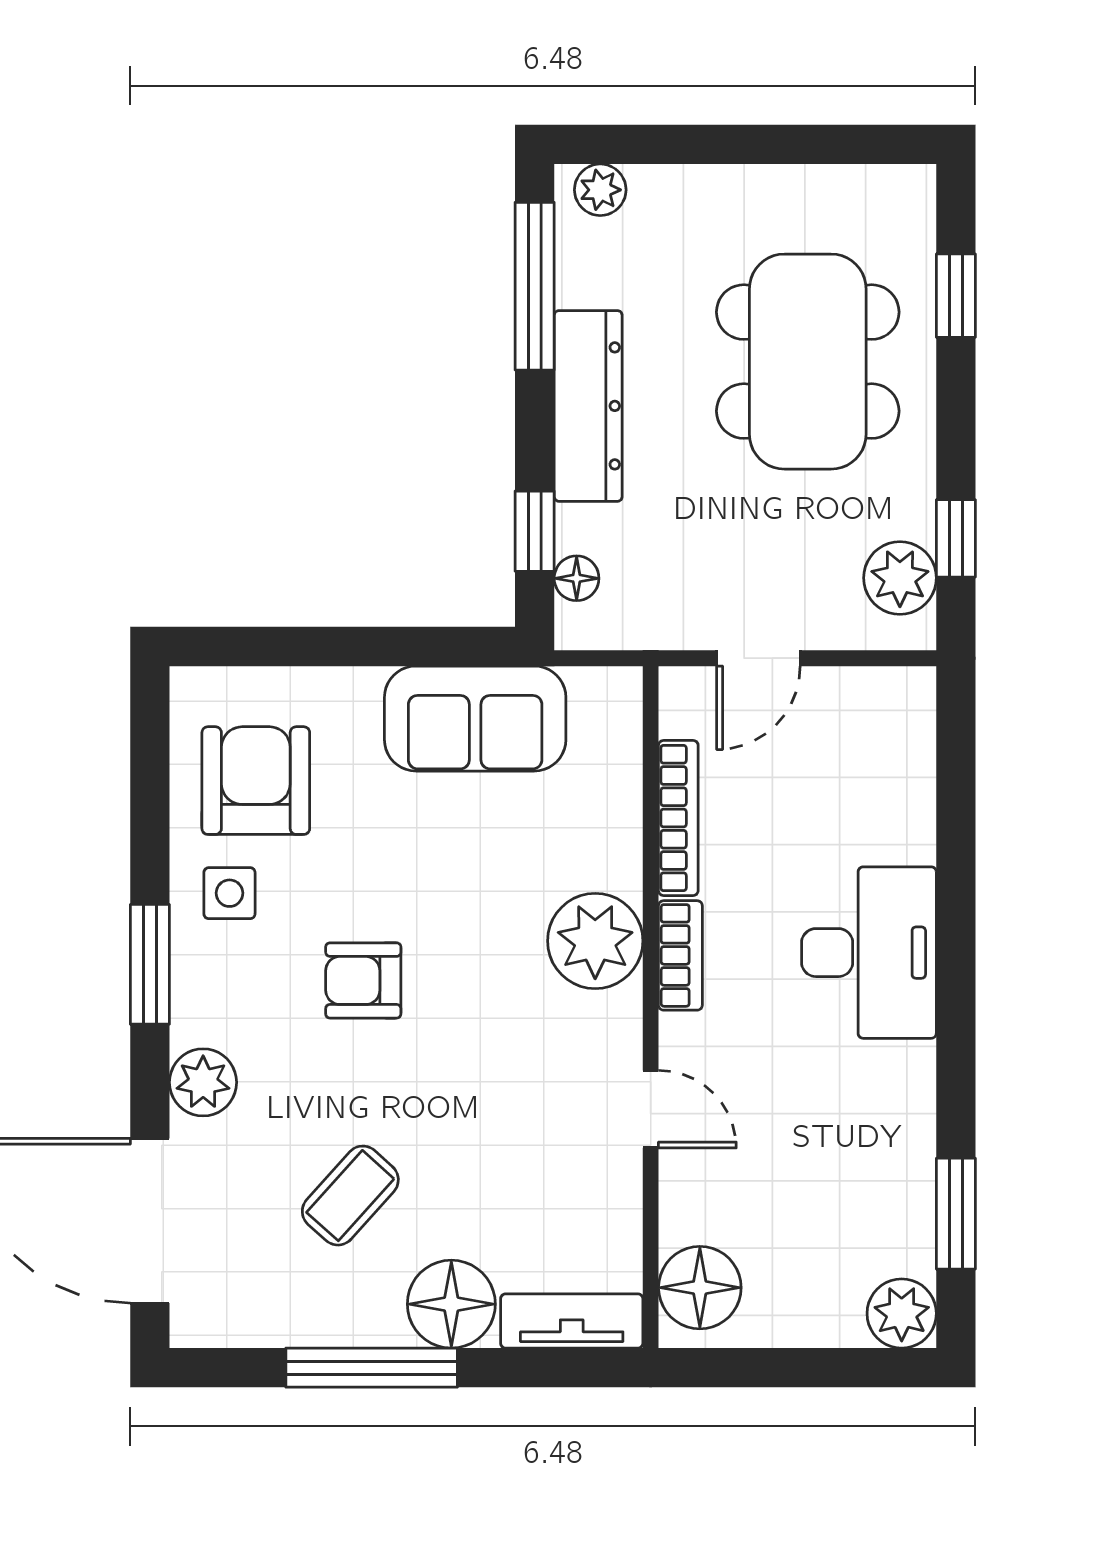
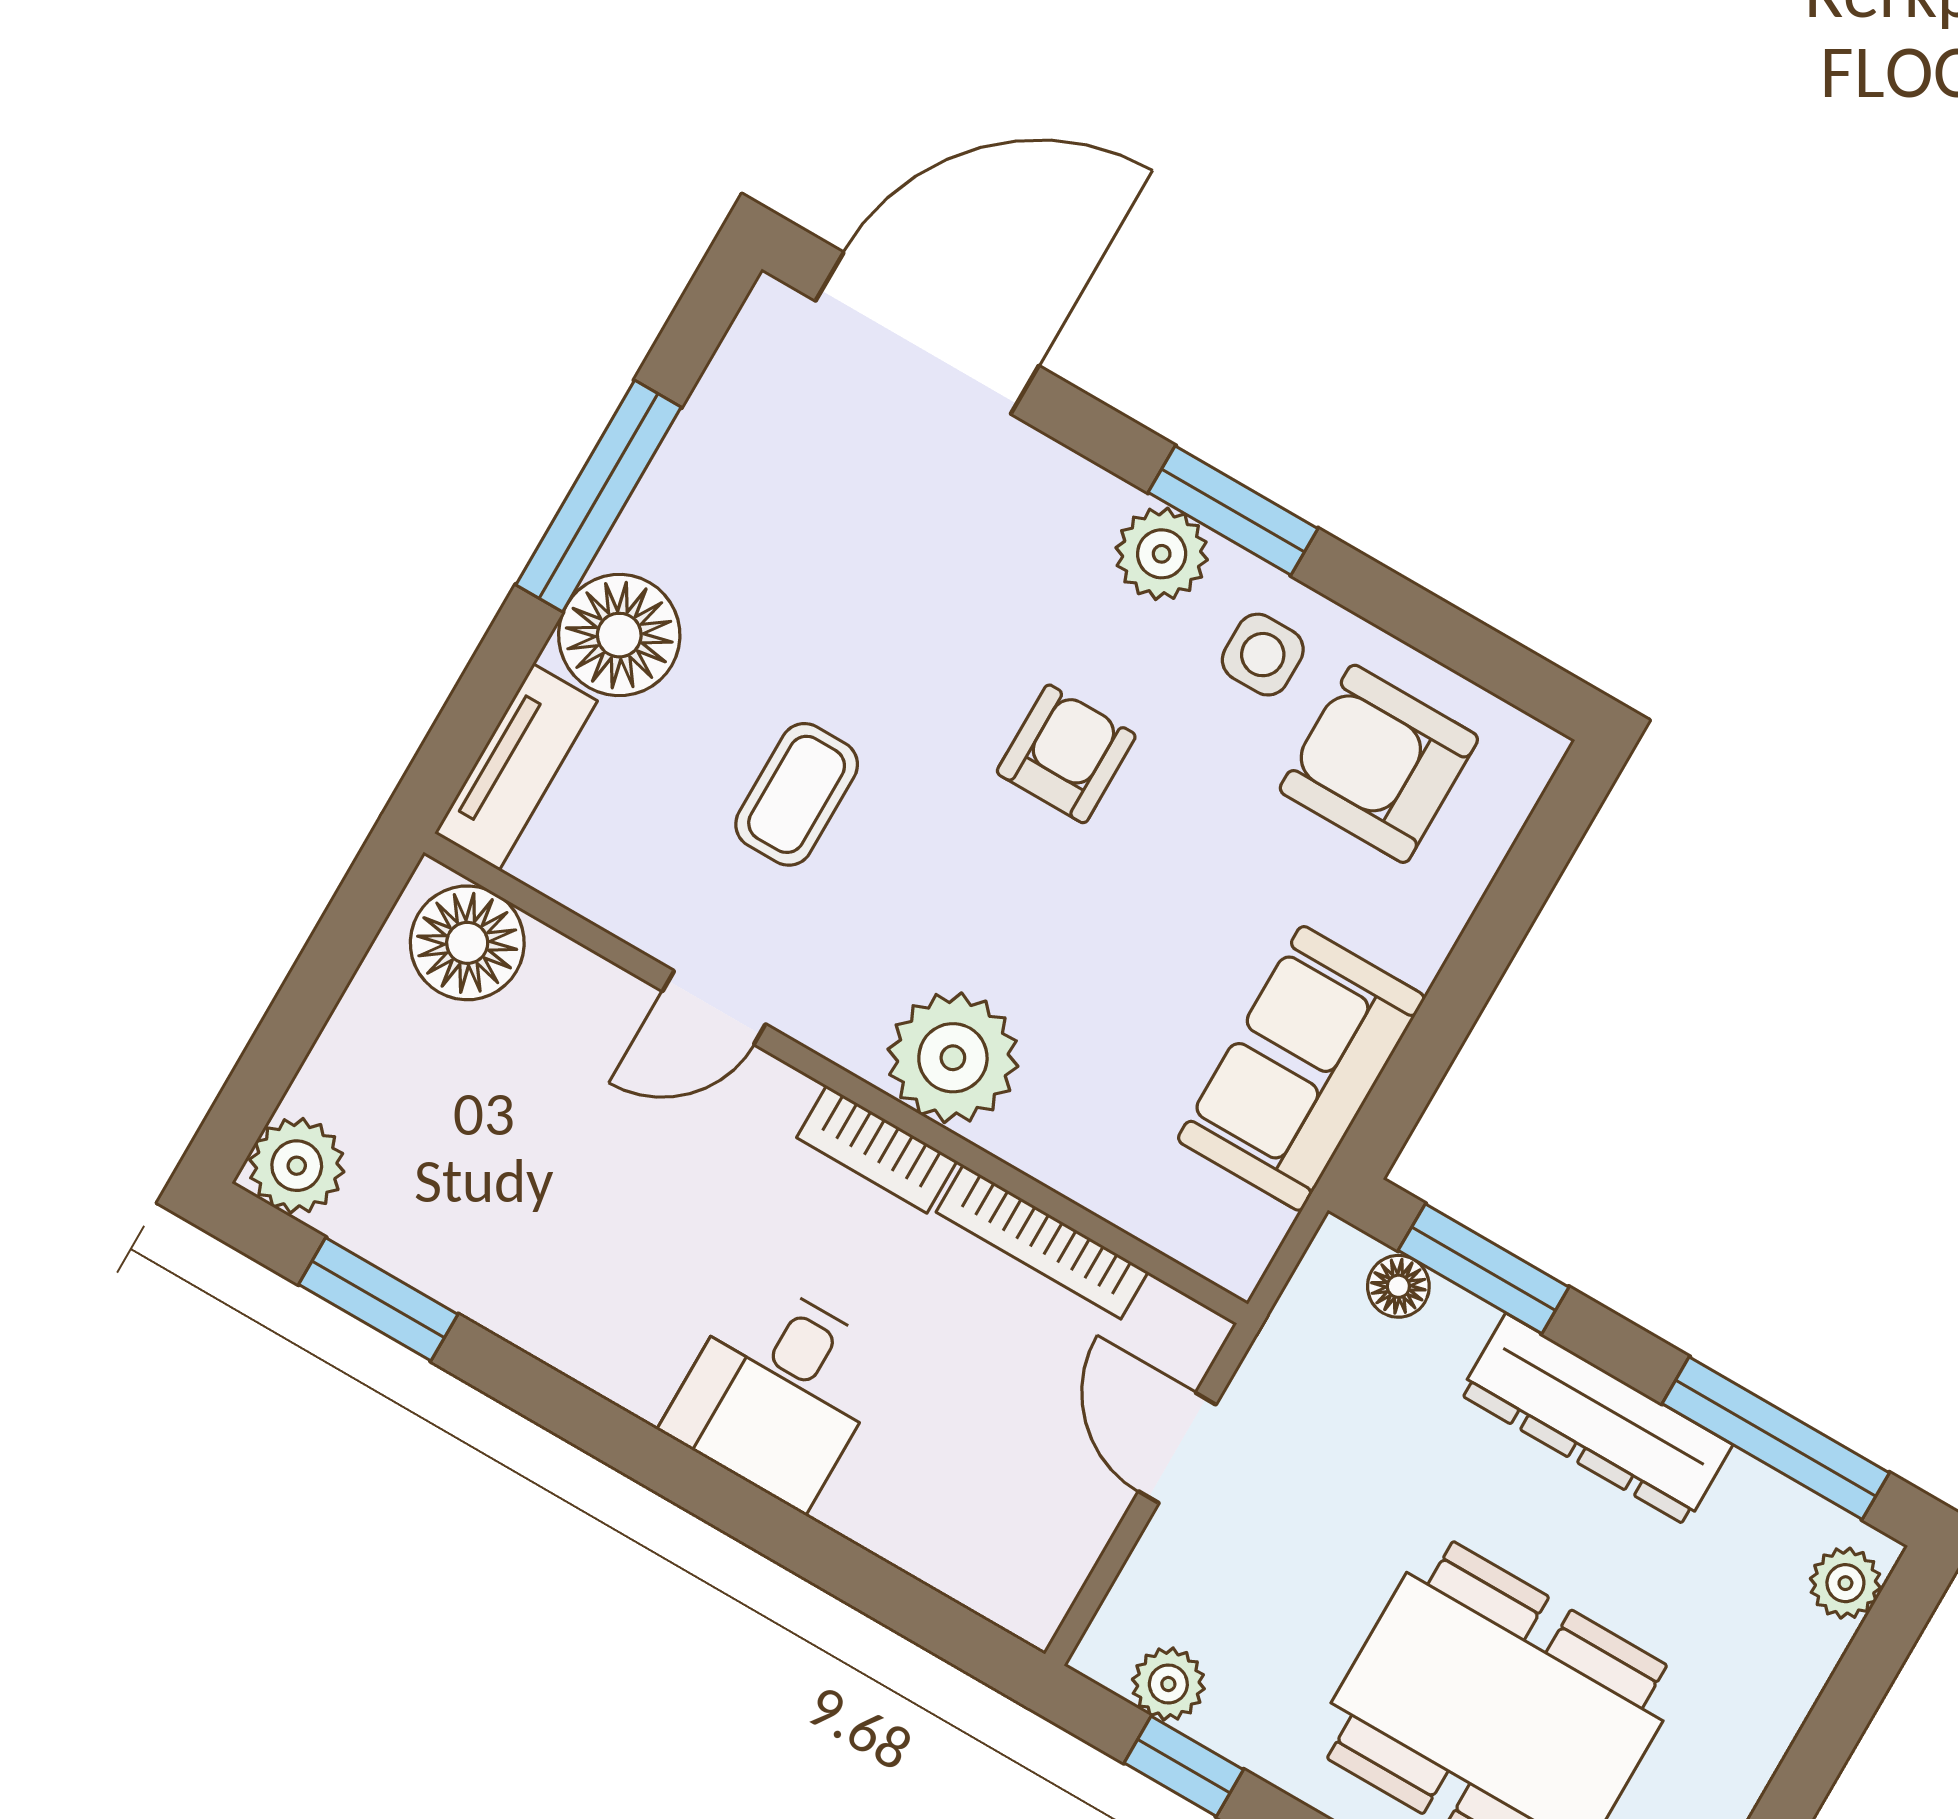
window: (535, 531) -> (1484, 1269), width x1.50
plant: (900, 578) -> (1168, 1684), width x0.73, depth x0.73
armchair: (256, 781) -> (1379, 764), turned 180
desk: (869, 953) -> (778, 1392), width x0.73
plant: (203, 1082) -> (1162, 554), moved
coffee table: (350, 1196) -> (797, 794), moved, turned 48

